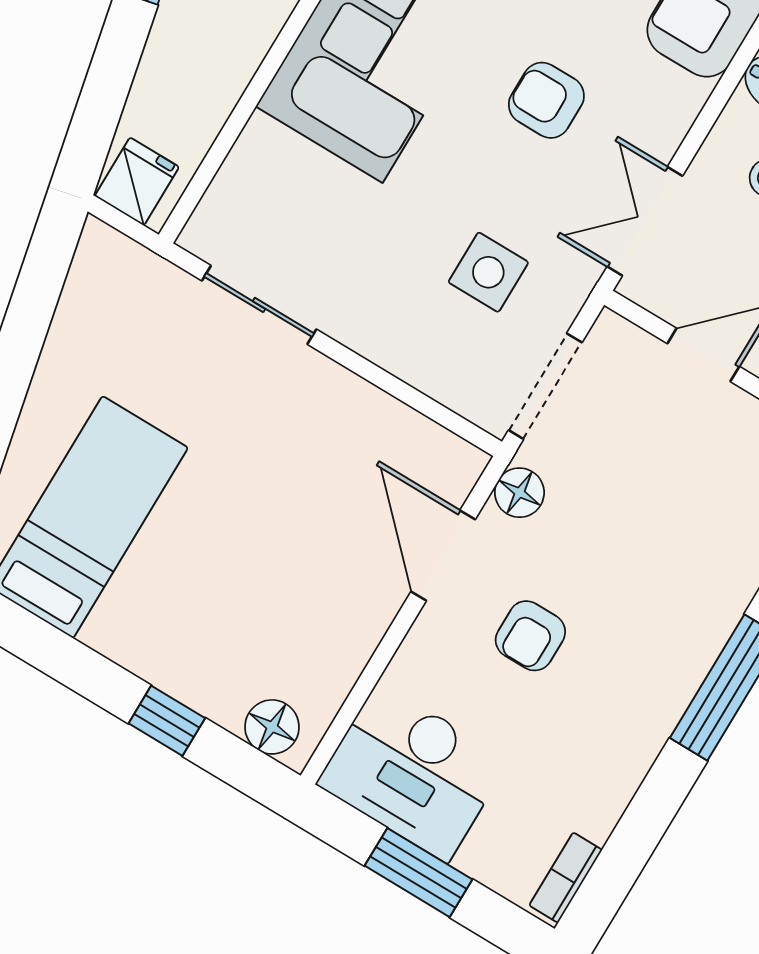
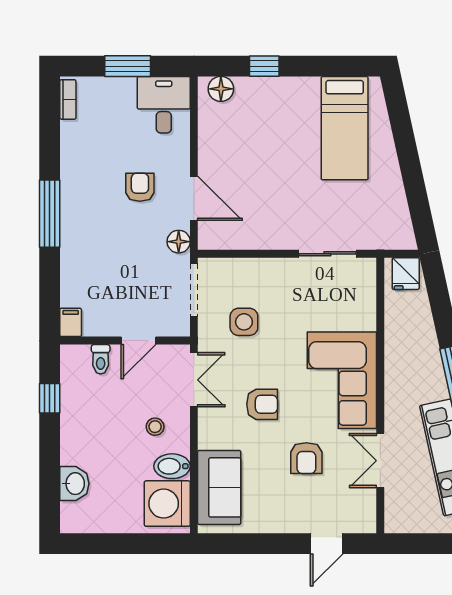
desk: (413, 772) -> (164, 105), width x0.73

